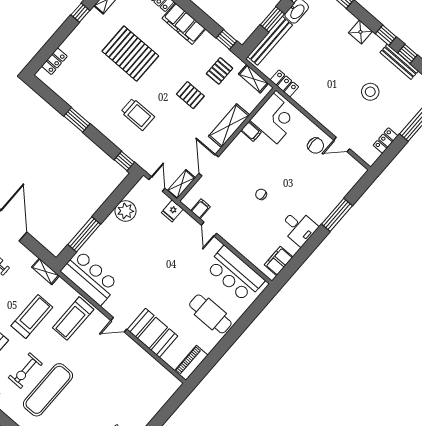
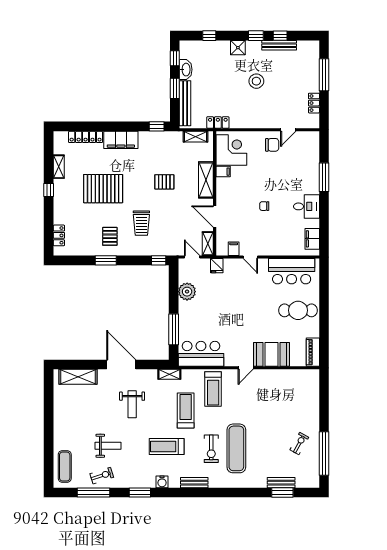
pallet: (220, 71) -> (110, 236), moved
stool: (370, 92) -> (256, 81), moved
trolley: (138, 114) -> (141, 223), turned 90

